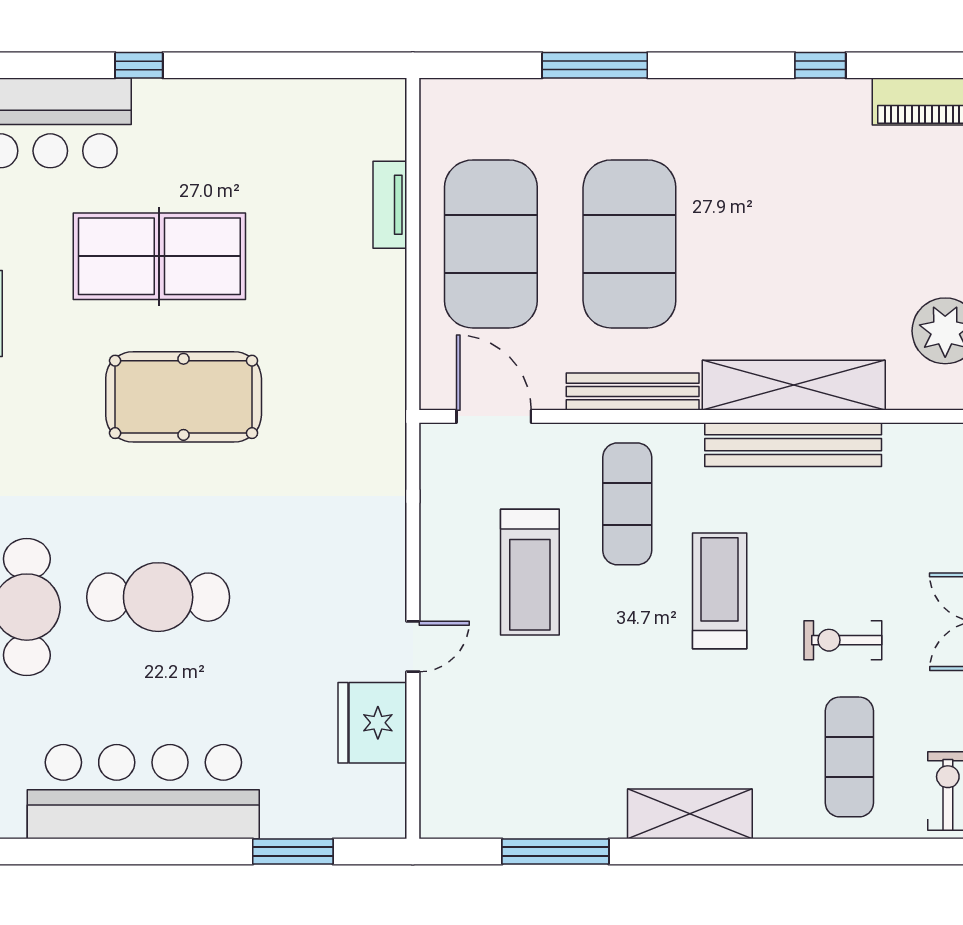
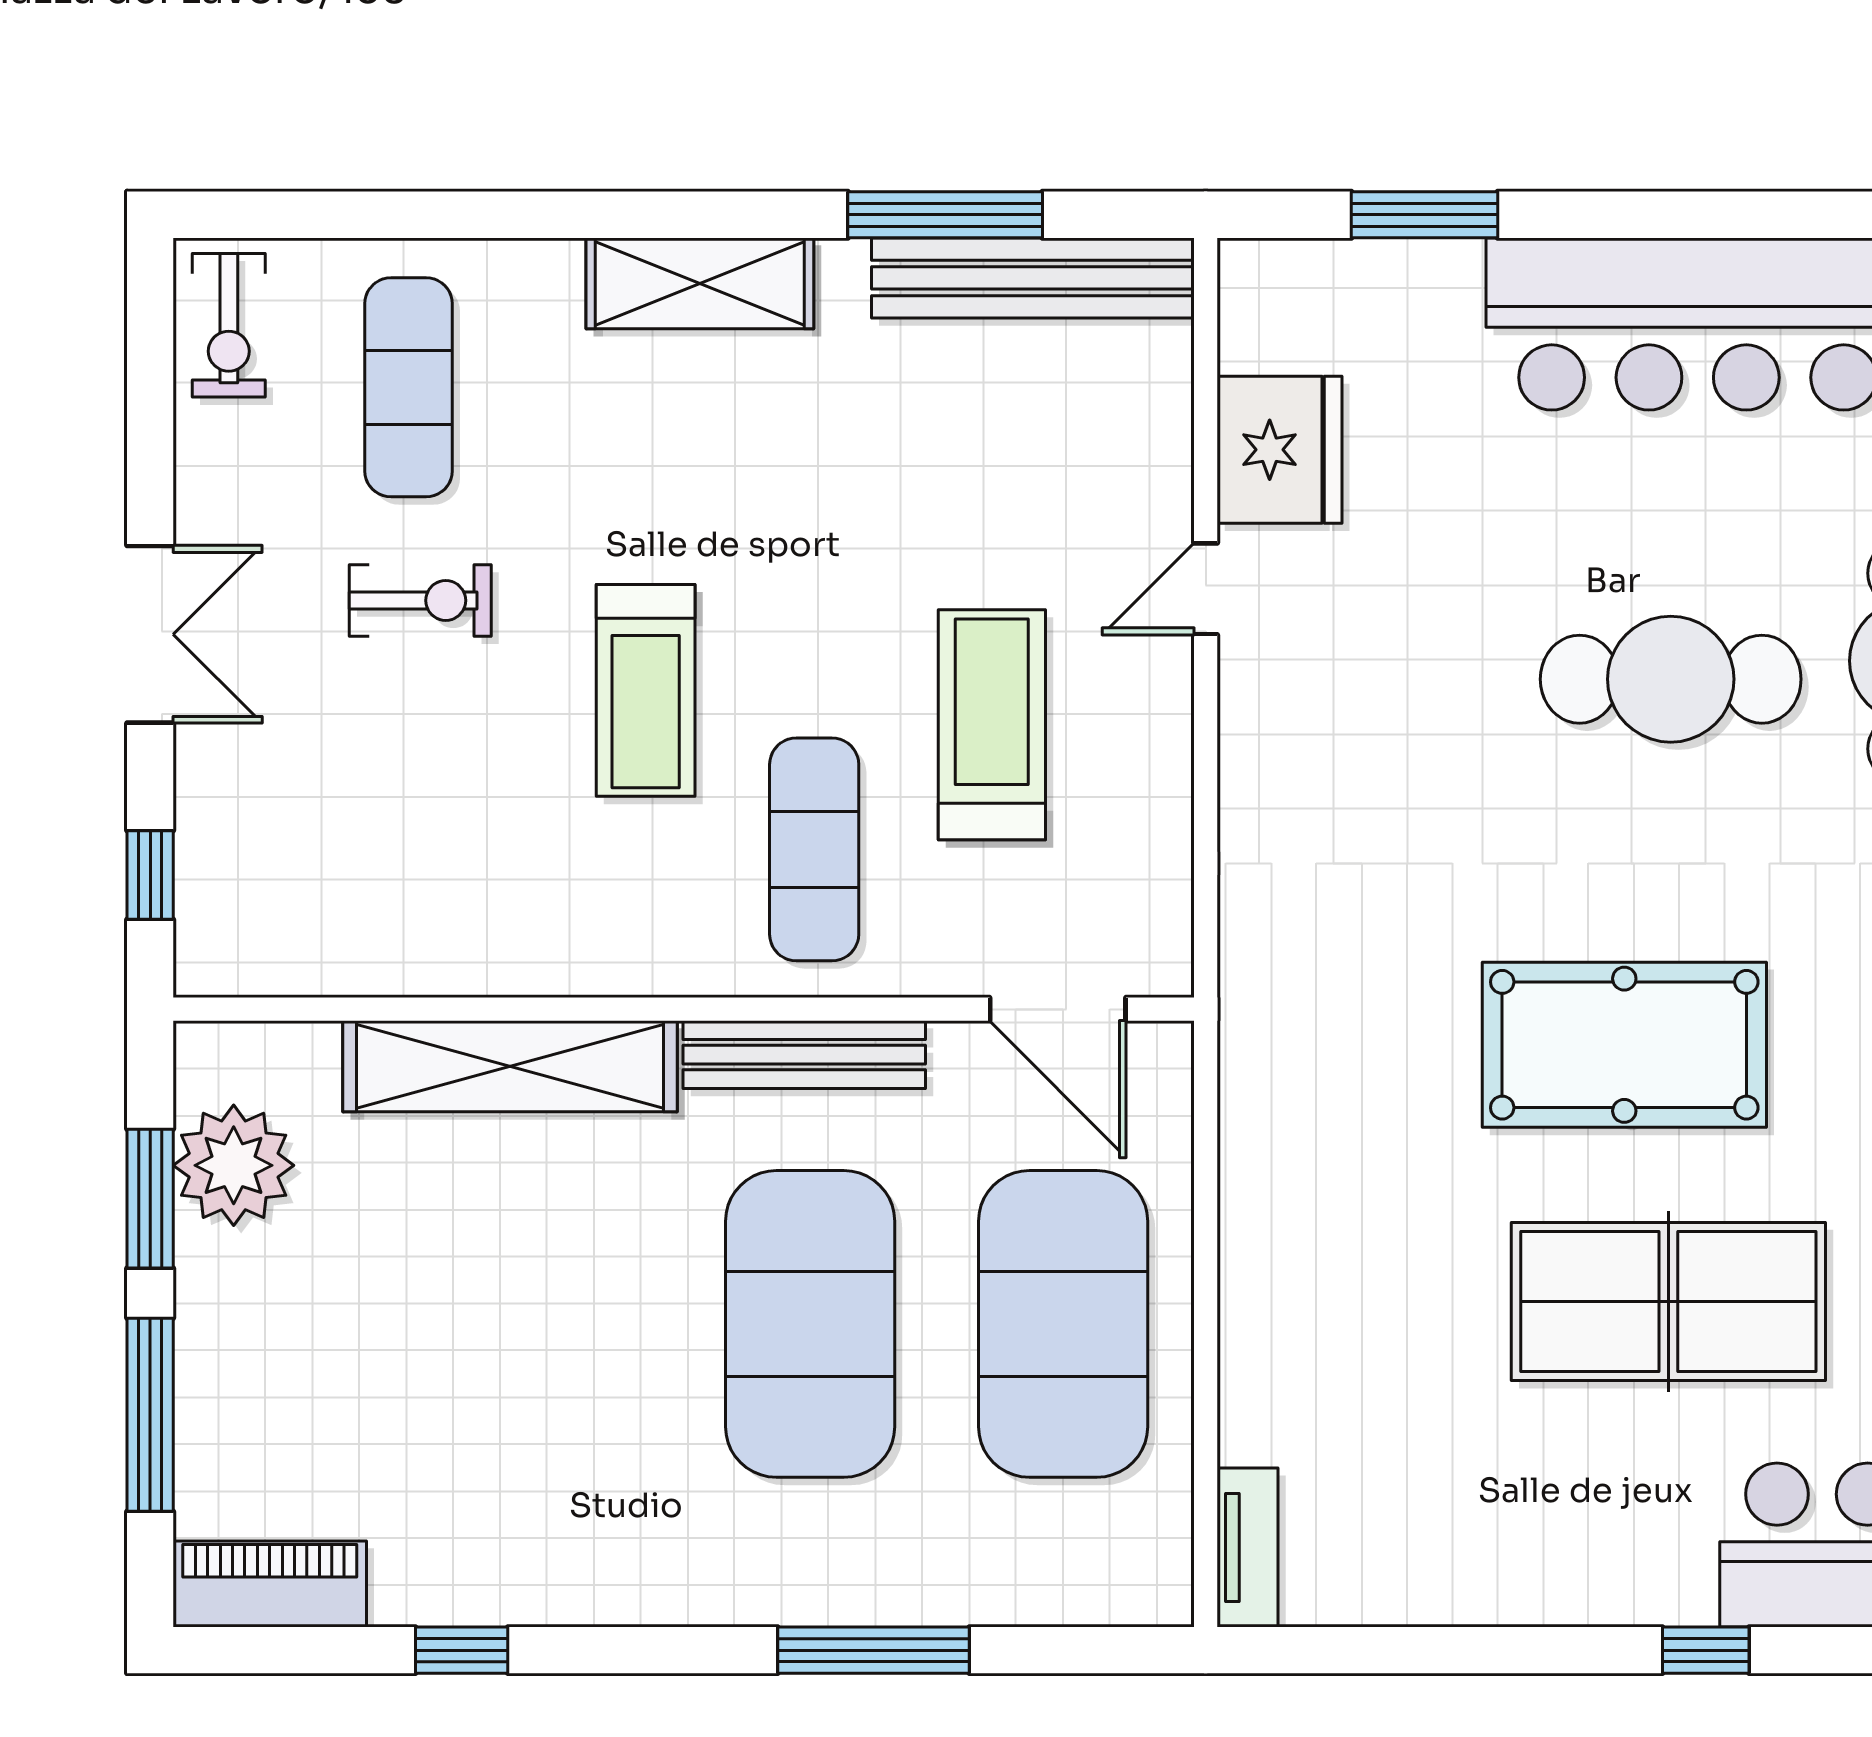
tv unit: (390, 205) -> (1248, 1548), moved
bench: (793, 445) -> (1033, 278), moved

